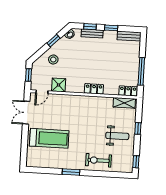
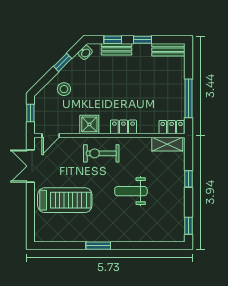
shower: (59, 85) -> (89, 124), moved
weight bench: (117, 136) -> (131, 191), moved, turned 180
exercise bike: (99, 160) -> (101, 153), moved

